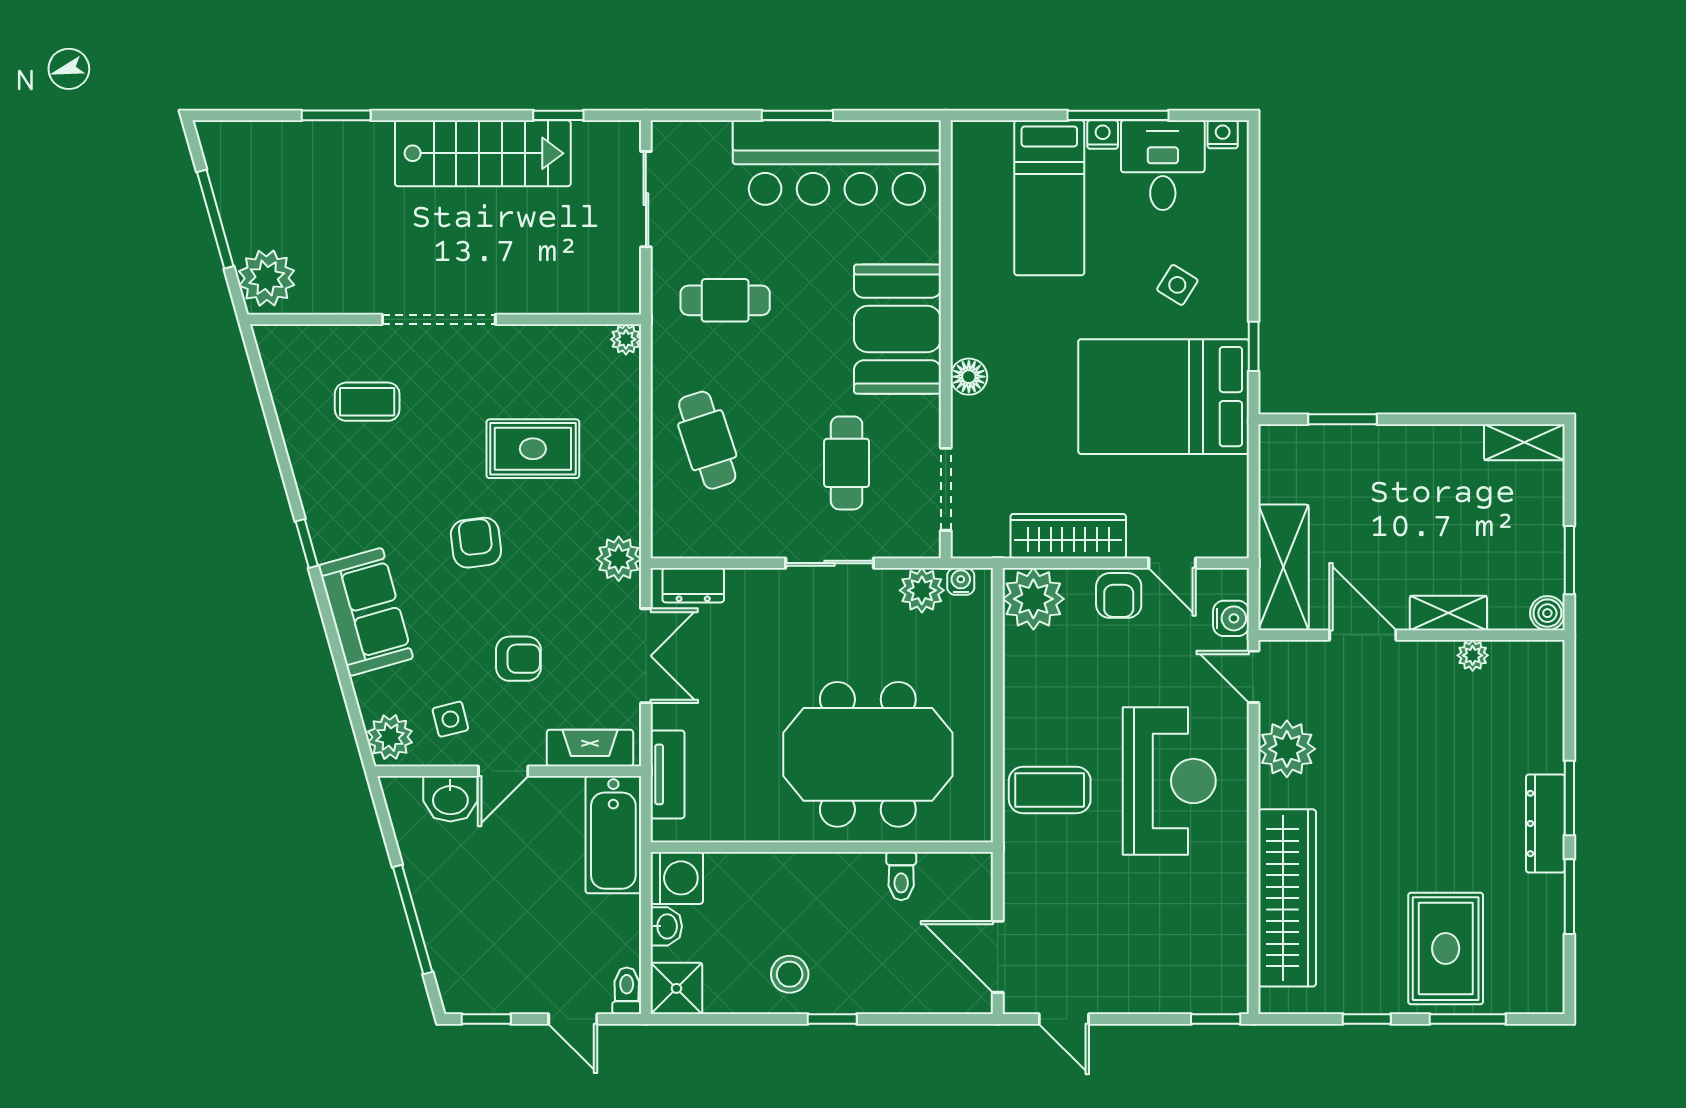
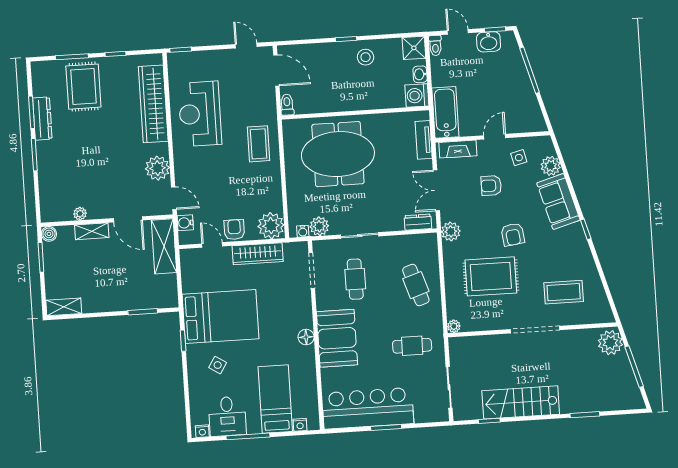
nightstand: (1103, 135) -> (300, 425), moved
floor lamp: (969, 377) -> (306, 337), moved
coffee table: (367, 402) -> (564, 292), width x1.36, depth x1.30
rug: (533, 449) -> (491, 276), width x1.36, depth x1.43
plant: (390, 737) -> (551, 166), moved
reception desk: (1169, 781) -> (200, 114), moved
coffee table: (1050, 790) -> (259, 144), turned 90
washbasin: (450, 799) -> (489, 42), moved, turned 180
dresser: (1545, 823) -> (42, 119), moved
toilet: (901, 876) -> (287, 105), moved

